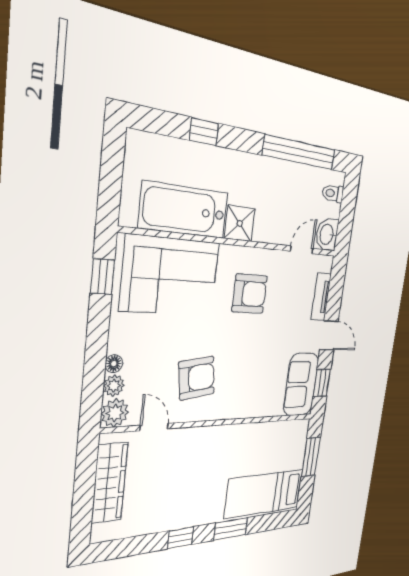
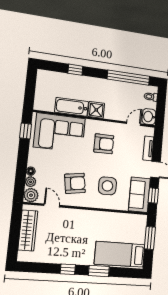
bathtub: (184, 210) -> (72, 107), width x0.73, depth x0.73
side table: (252, 375) -> (107, 186), added

